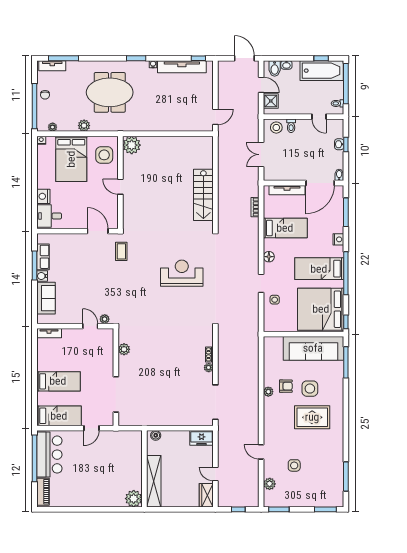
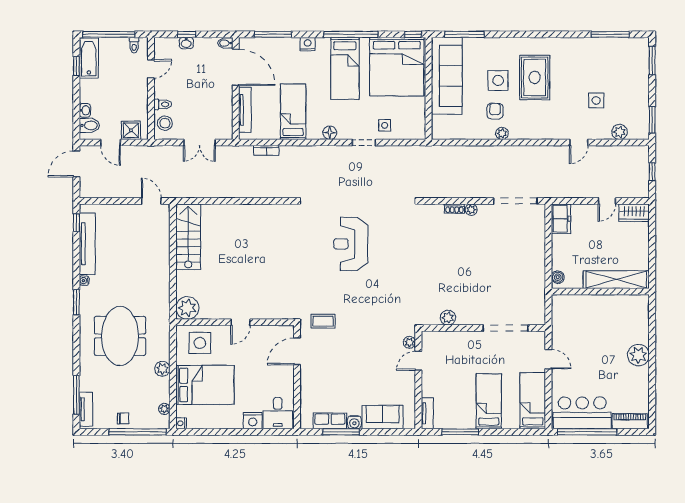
bathtub: (322, 71) -> (89, 58), width x0.73, depth x0.73
door: (261, 85) -> (110, 143), swing flipped
stairs: (203, 195) -> (188, 237), moved, turned -90
window: (34, 359) -> (460, 432), added
plant: (134, 499) -> (638, 355), moved

